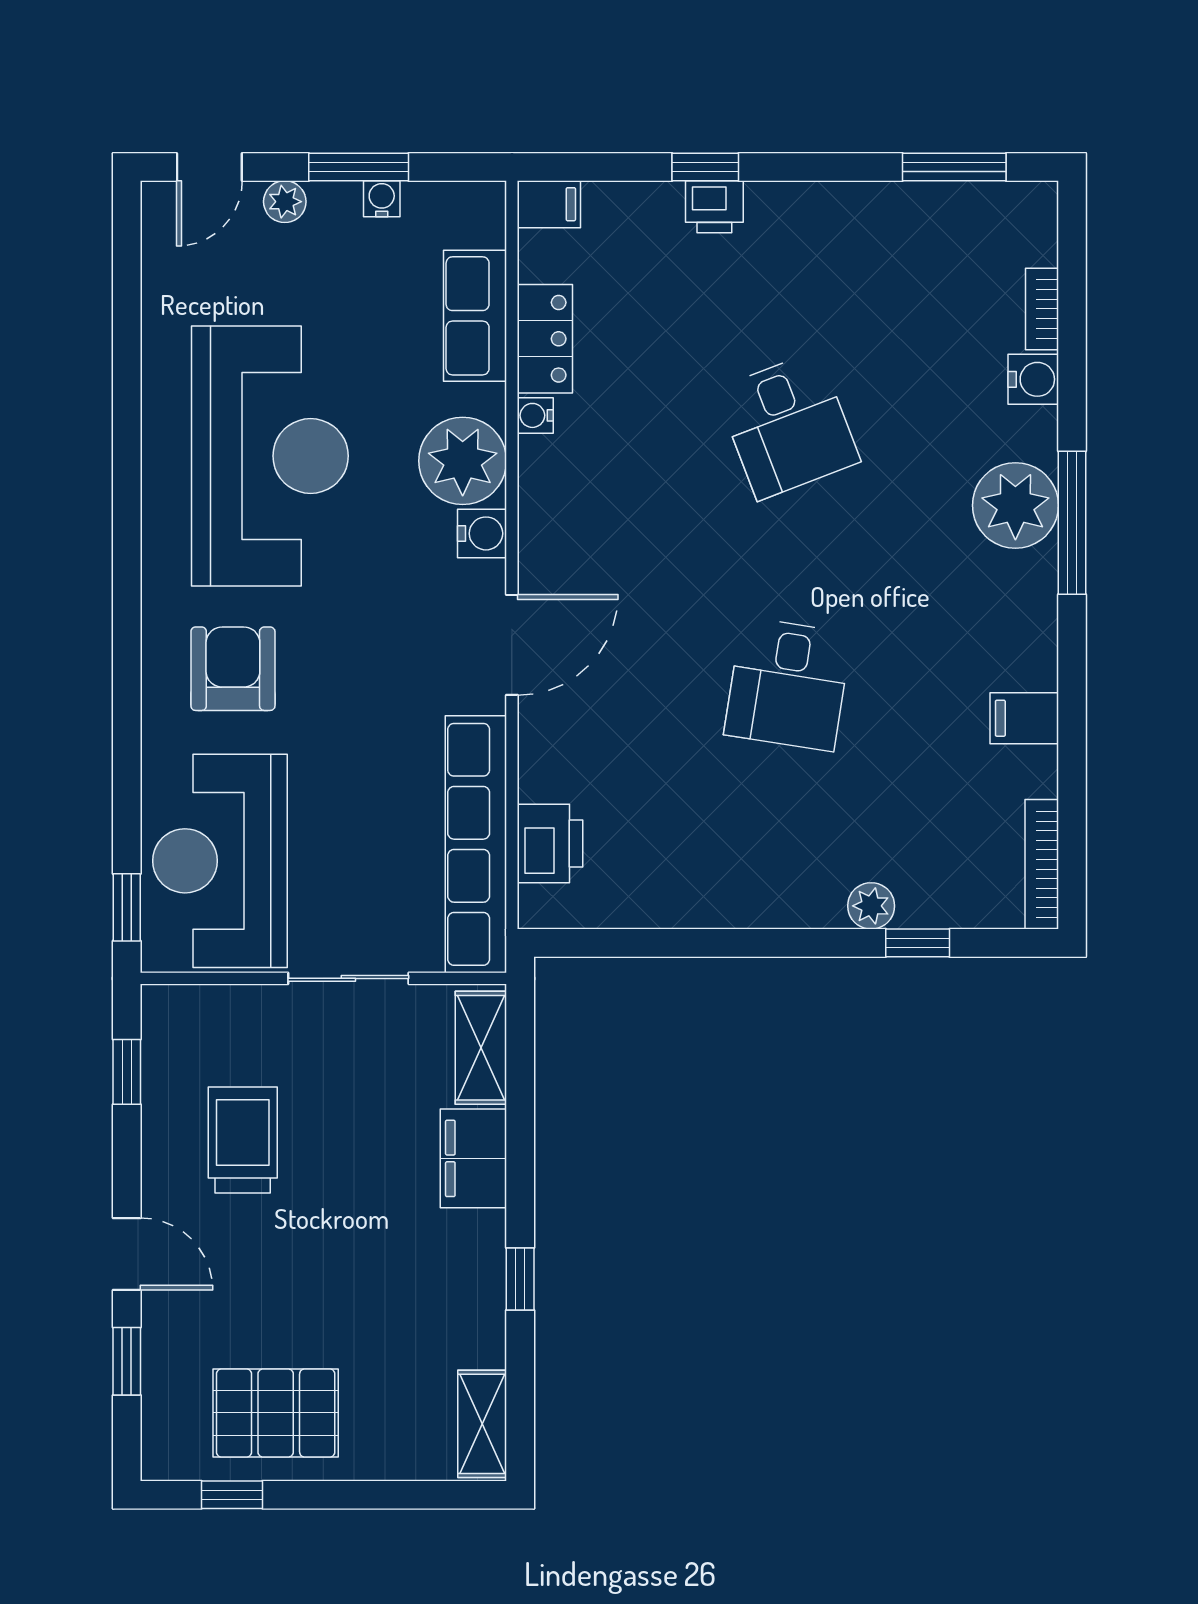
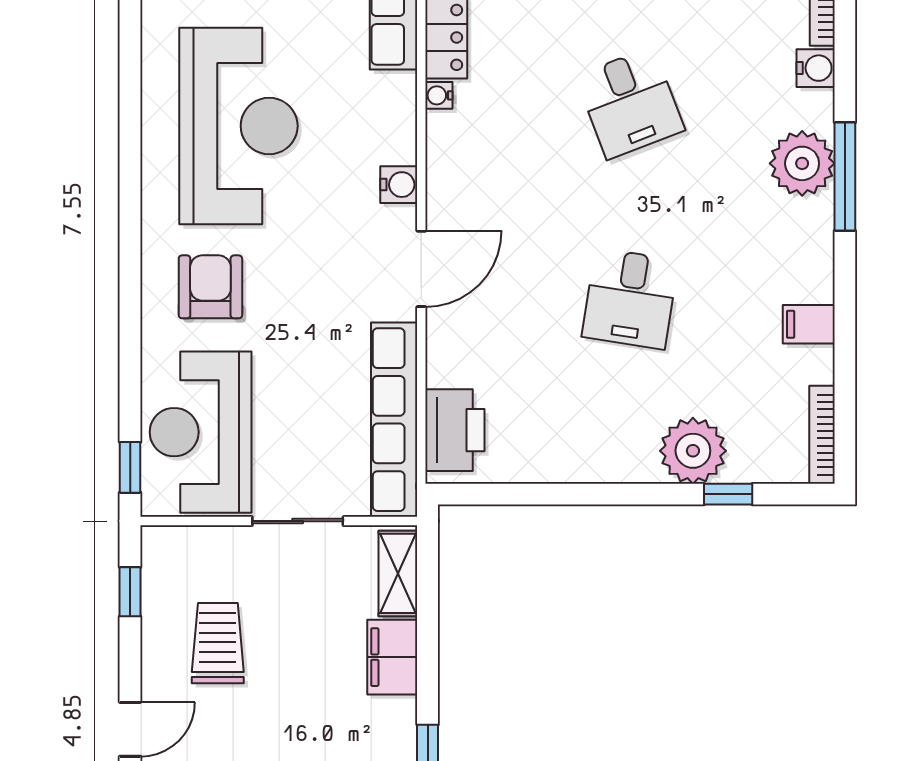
plant: (463, 461) -> (384, 130), removed
printer: (550, 844) -> (455, 430), width x1.37, depth x1.19
plant: (871, 906) -> (693, 451), width x1.87, depth x1.87
door: (127, 1254) -> (130, 729), hinge flipped

